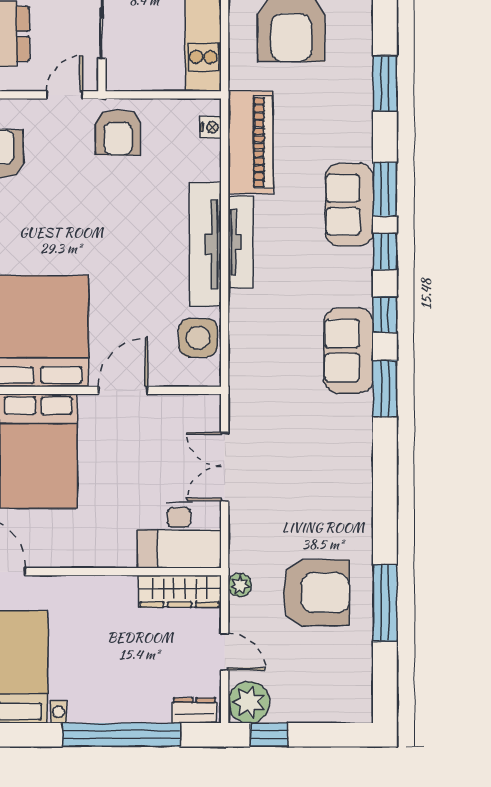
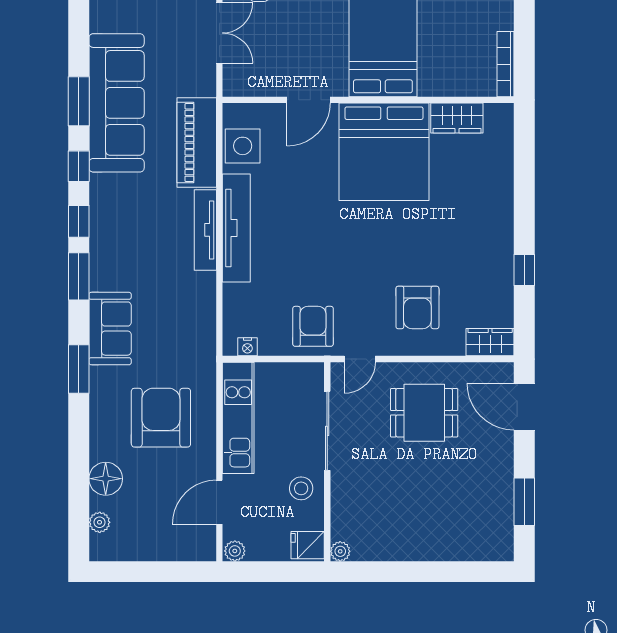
nightstand: (211, 127) -> (247, 347), moved, turned -90
piano: (250, 142) -> (197, 143), moved
sofa: (349, 205) -> (110, 329), moved
sofa: (349, 351) -> (117, 103), width x1.85, depth x1.27

